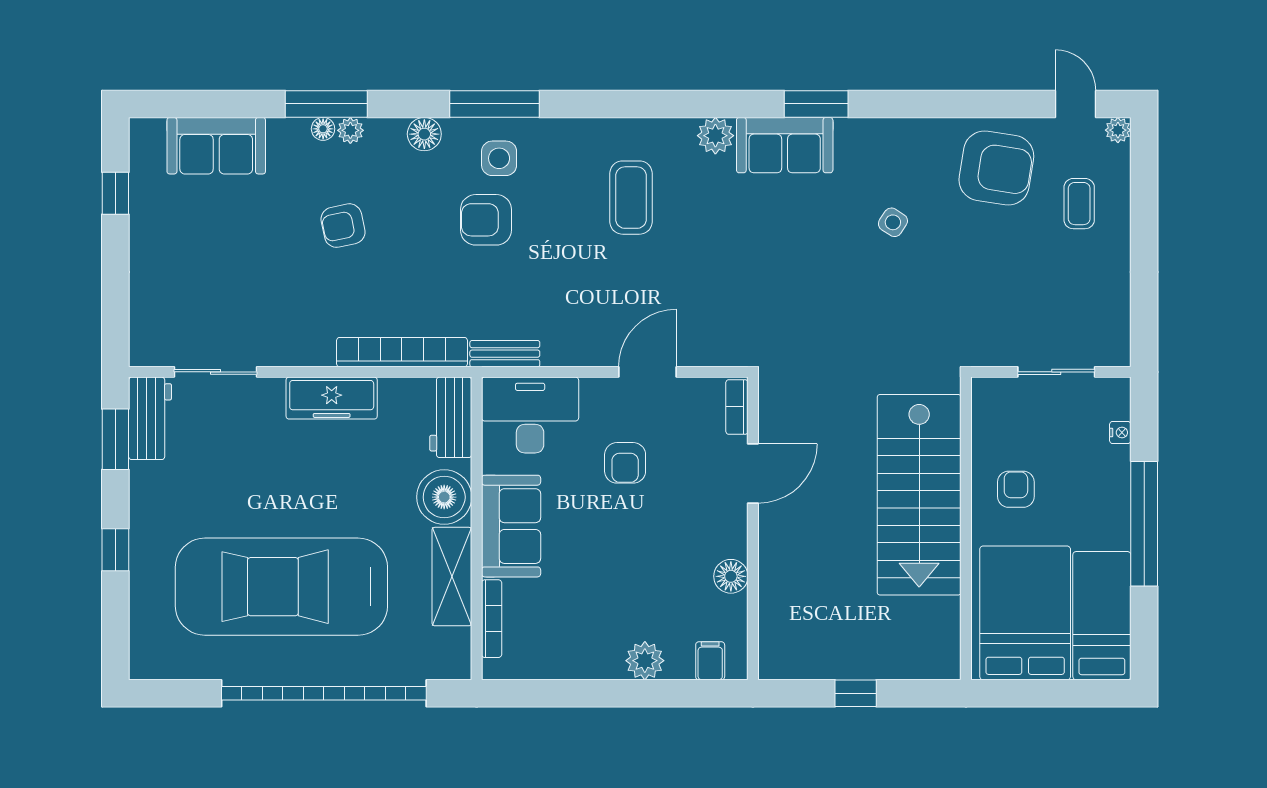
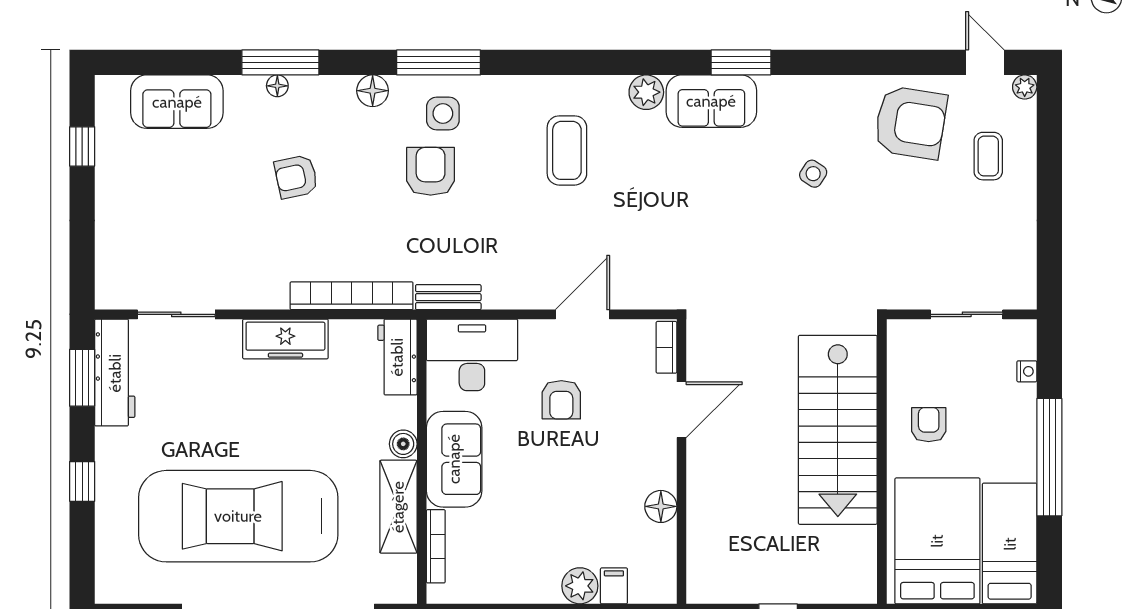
plant: (350, 130) -> (303, 87), removed
armchair: (486, 220) -> (431, 171), turned 90
workbench: (150, 418) -> (115, 373), width x1.38
boiler: (444, 497) -> (403, 444), width x0.54, depth x0.54
filing cabinet: (710, 661) -> (614, 586), moved

